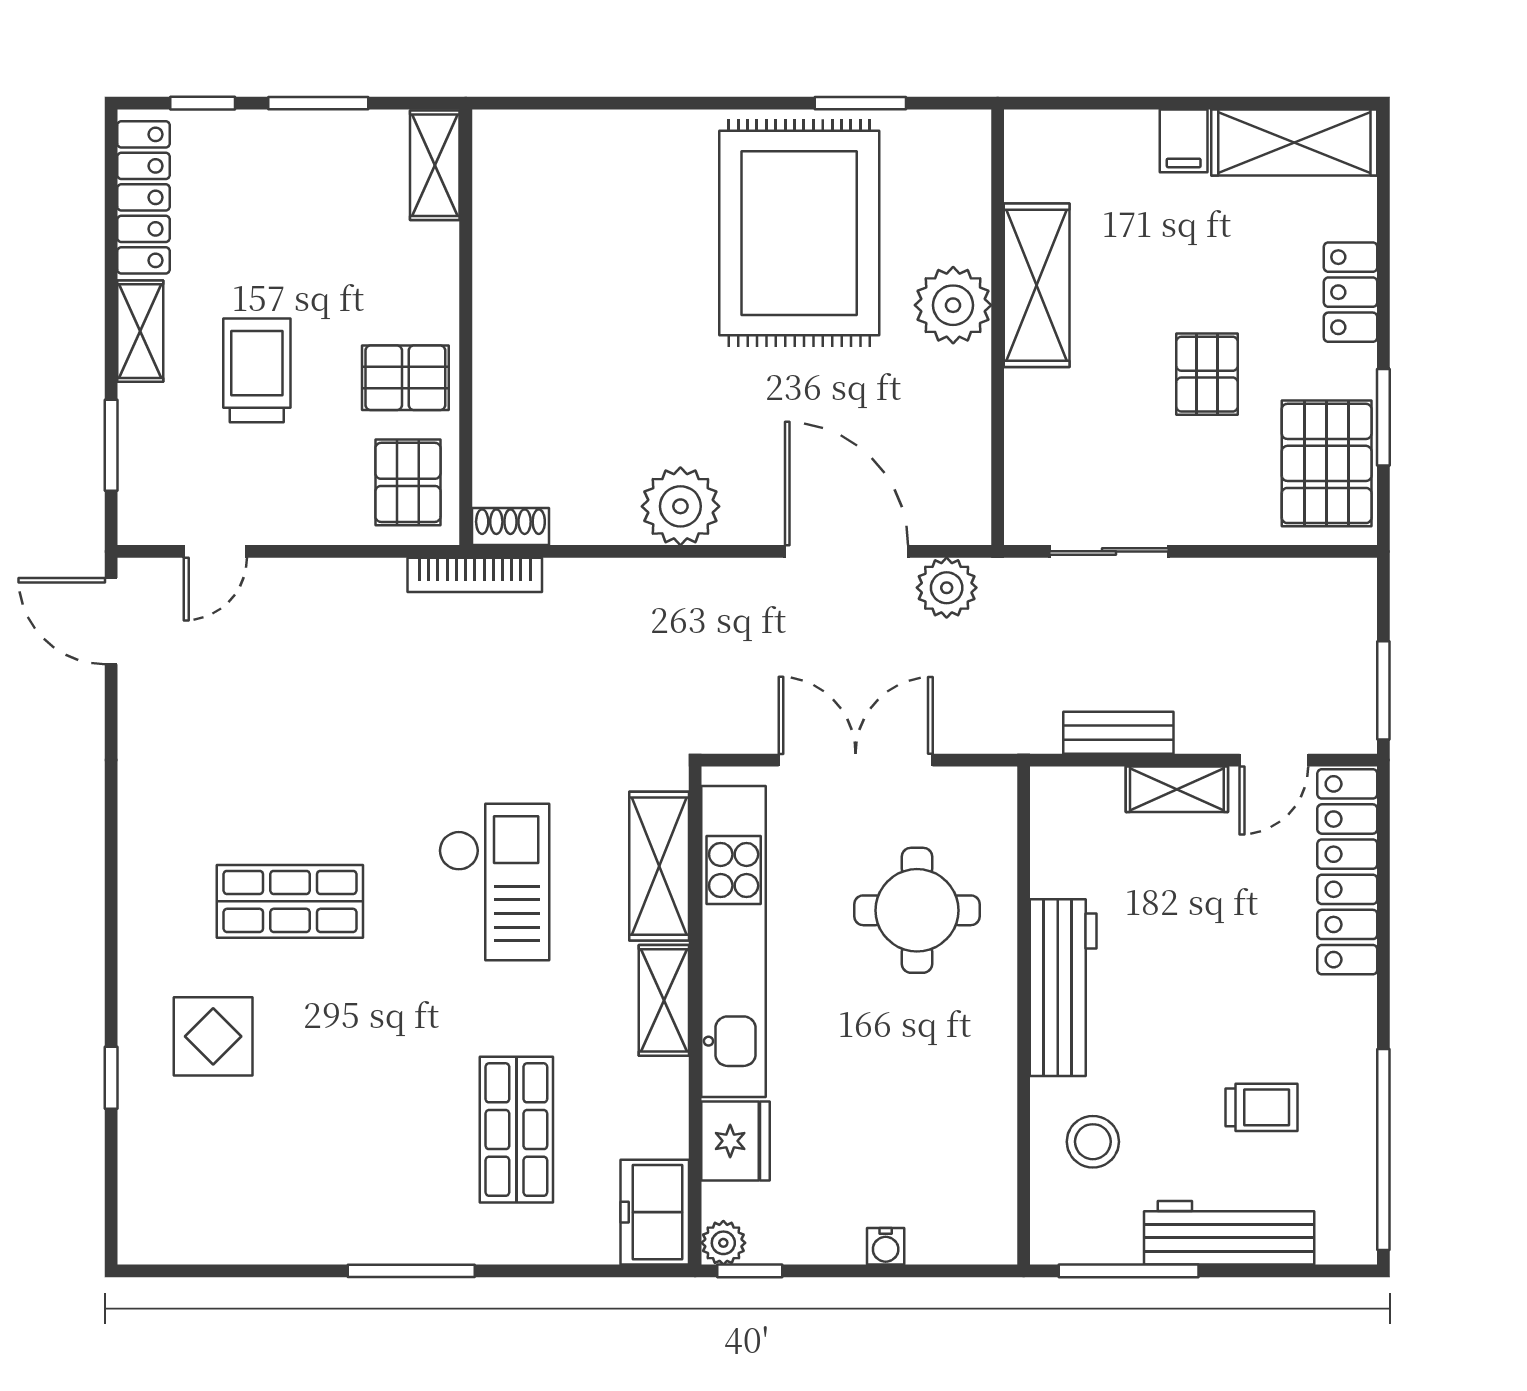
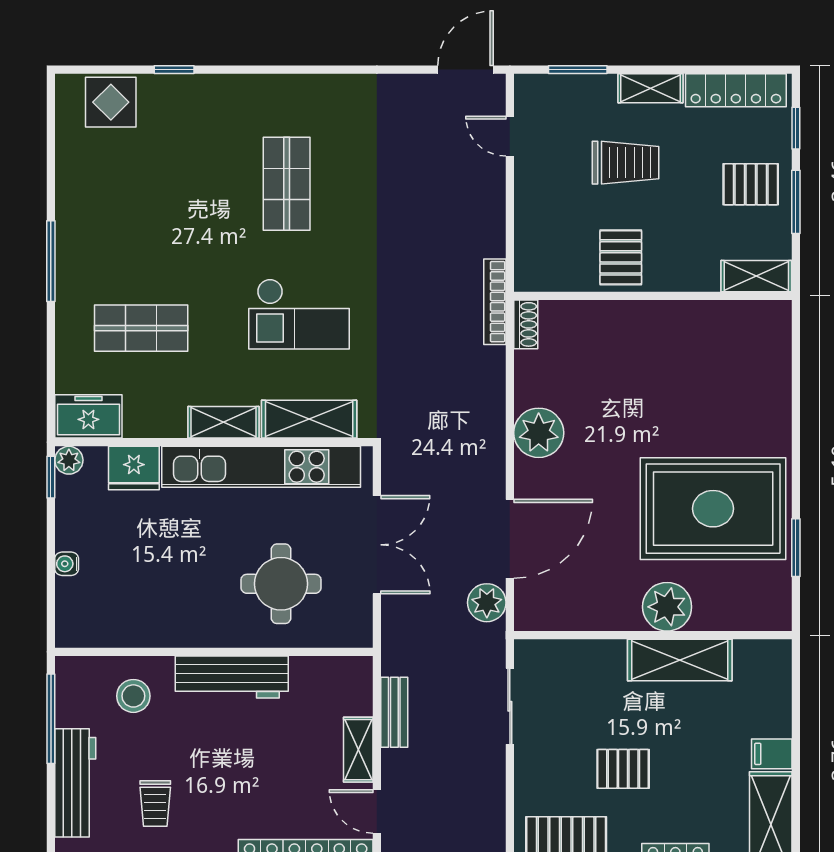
pallet: (408, 482) -> (751, 184), moved
display table: (213, 1036) -> (111, 102), moved

